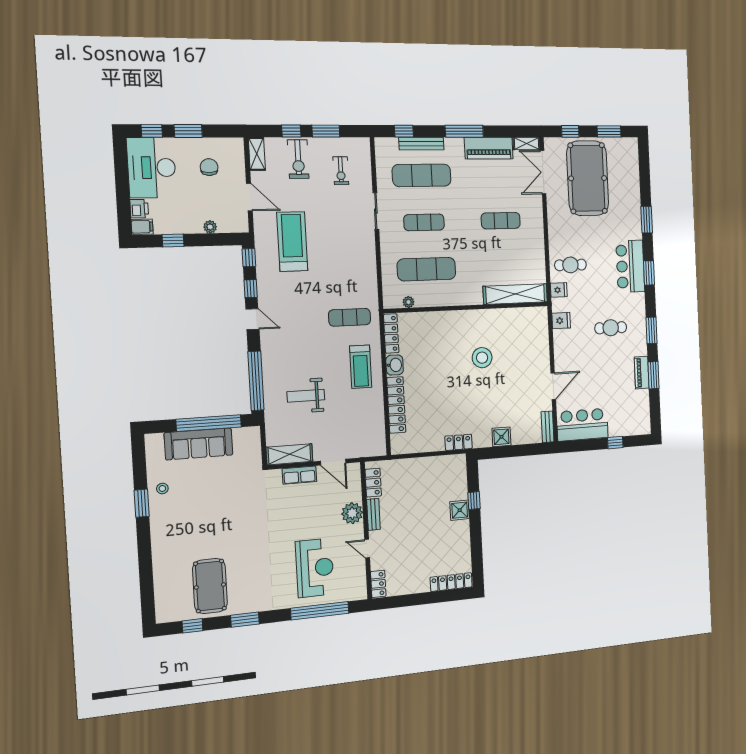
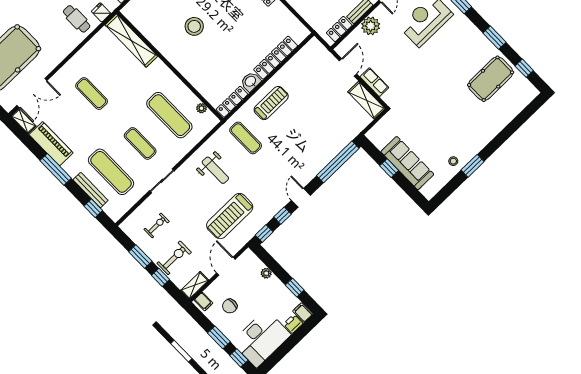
filing cabinet: (235, 148) -> (203, 302), added
weight bench: (306, 396) -> (215, 170), moved
window: (209, 423) -> (389, 168), width x0.32

